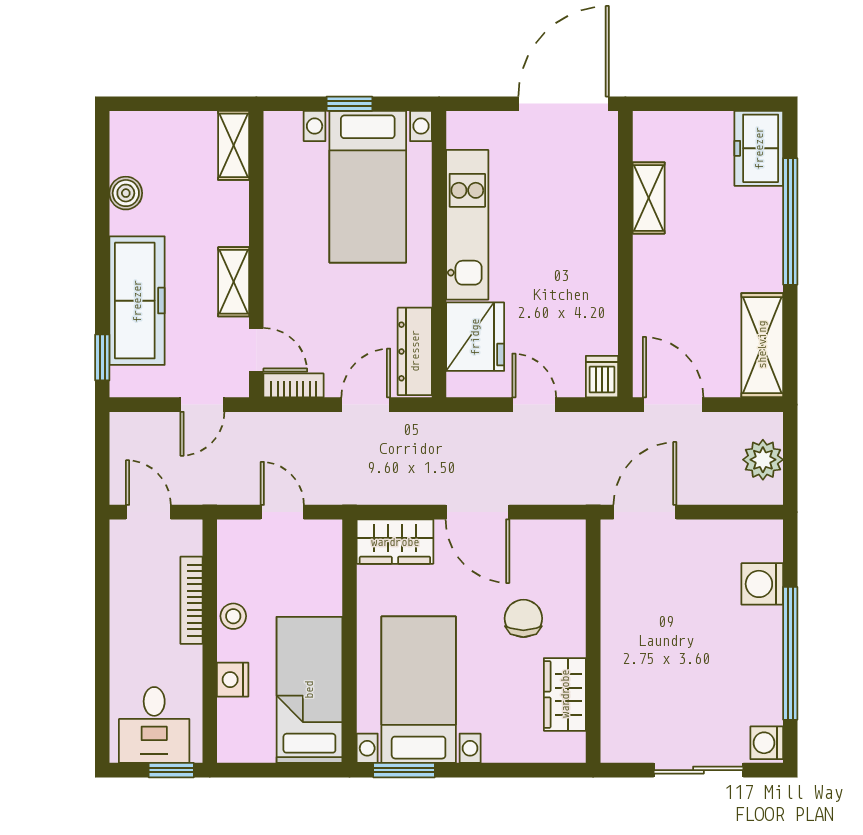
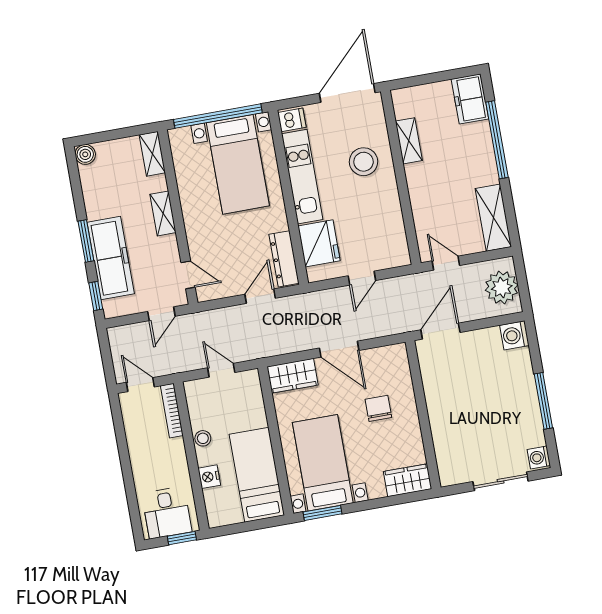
window: (349, 104) -> (218, 116), width x3.17
boiler: (126, 193) -> (85, 154), moved
stool: (570, 218) -> (364, 162), added
window: (102, 266) -> (86, 241), added
shelving: (234, 282) -> (163, 213), moved
dishwasher: (602, 377) -> (292, 120), moved, turned 90
bookcase: (294, 385) -> (214, 292), removed
door: (534, 405) -> (362, 278), swing flipped
door: (673, 405) -> (446, 263), width x0.73
plant: (763, 460) -> (502, 288), width x1.36, depth x1.36
washing machine: (762, 584) -> (514, 335), moved
bookcase: (191, 600) -> (172, 411), moved
window: (790, 653) -> (543, 401), width x0.68
wardrobe: (565, 694) -> (408, 480), moved, turned 90

